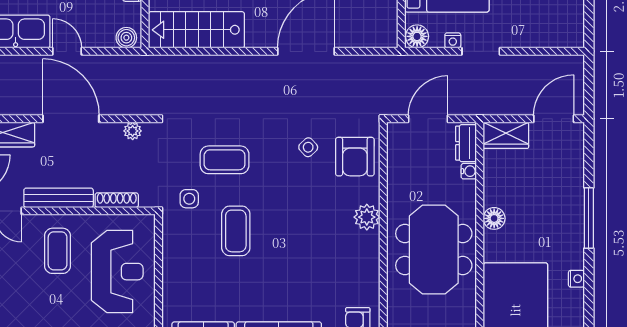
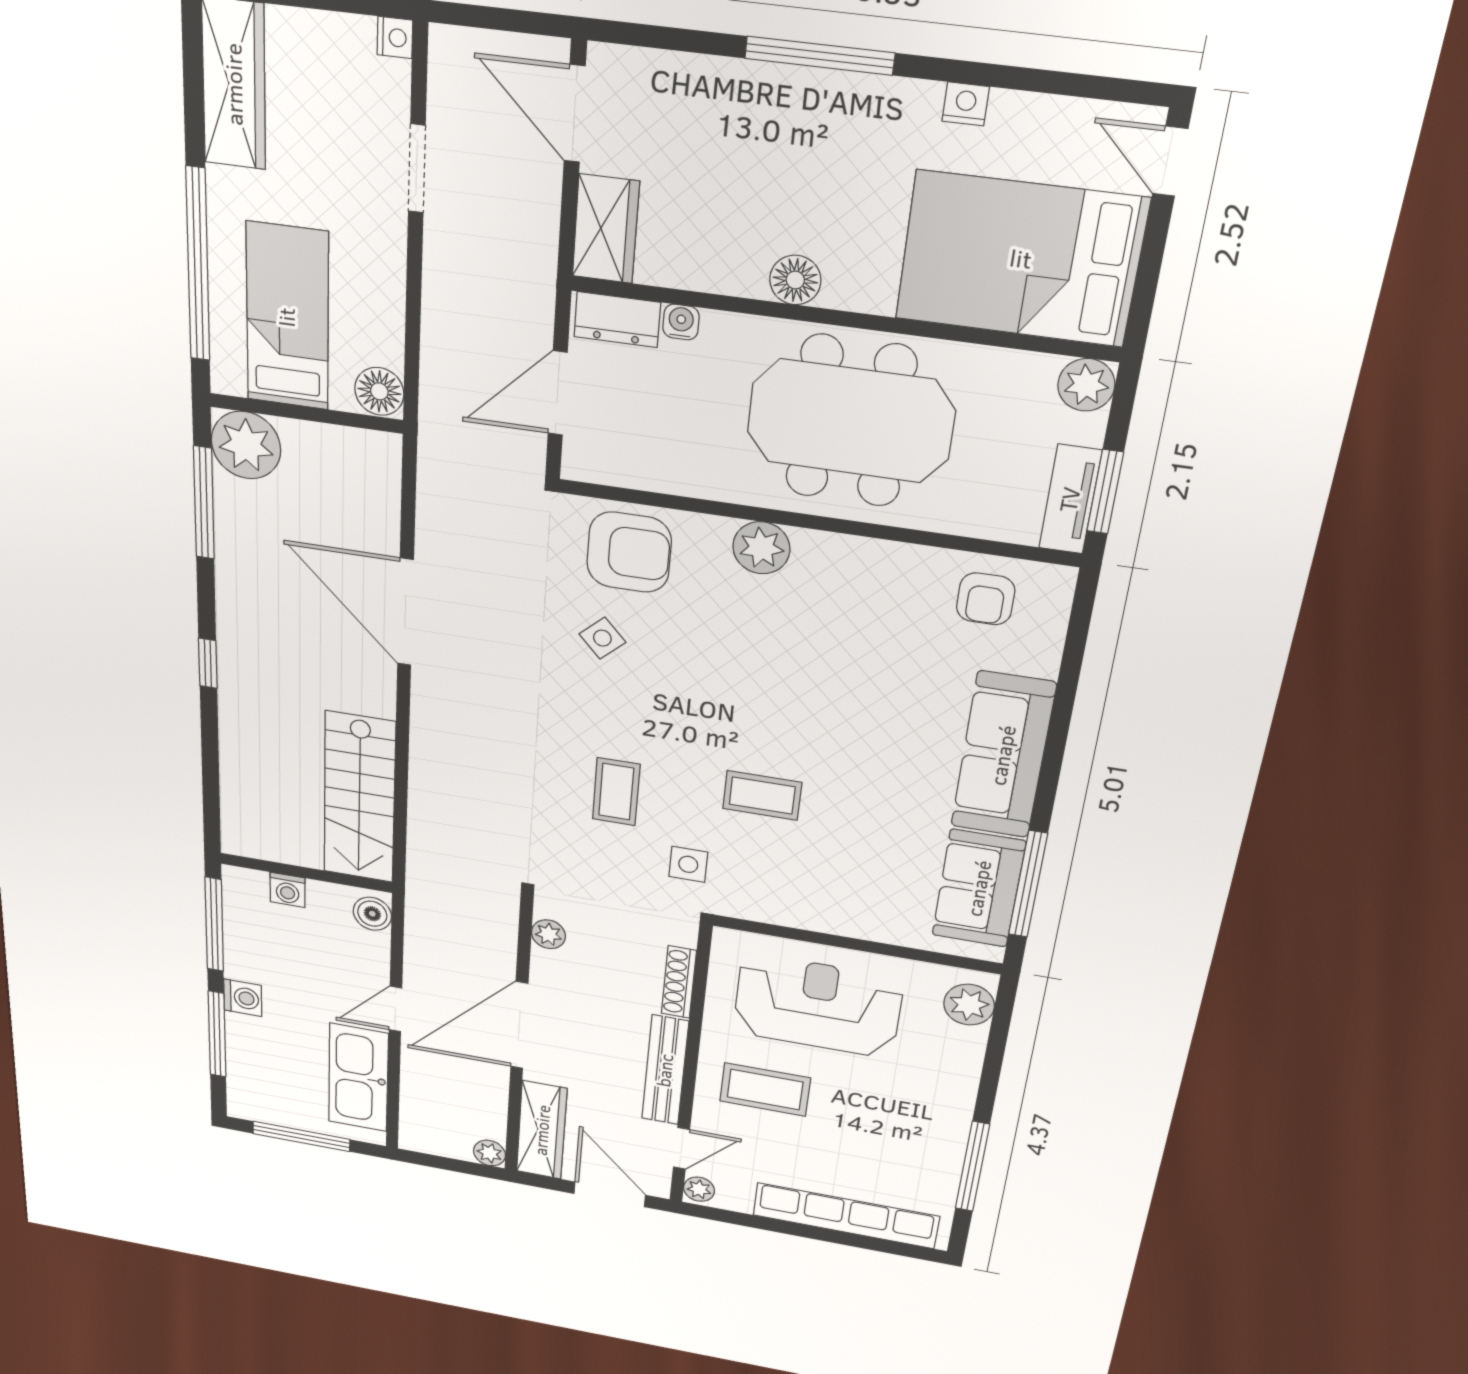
nightstand: (453, 40) -> (395, 37), moved
doorway: (481, 51) -> (417, 168), moved
door: (428, 119) -> (558, 393), hinge flipped
coffee table: (225, 160) -> (616, 792), width x0.73, depth x0.77
coffee table: (236, 231) -> (762, 796), width x0.73, depth x0.77

